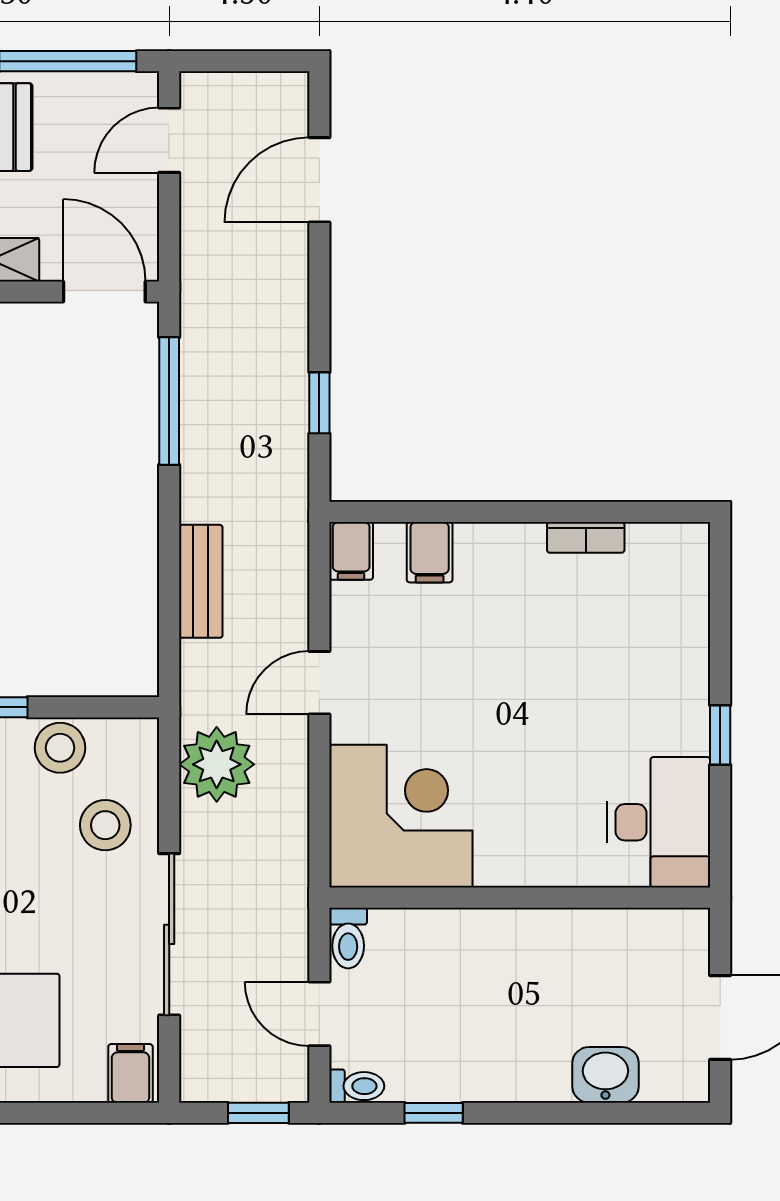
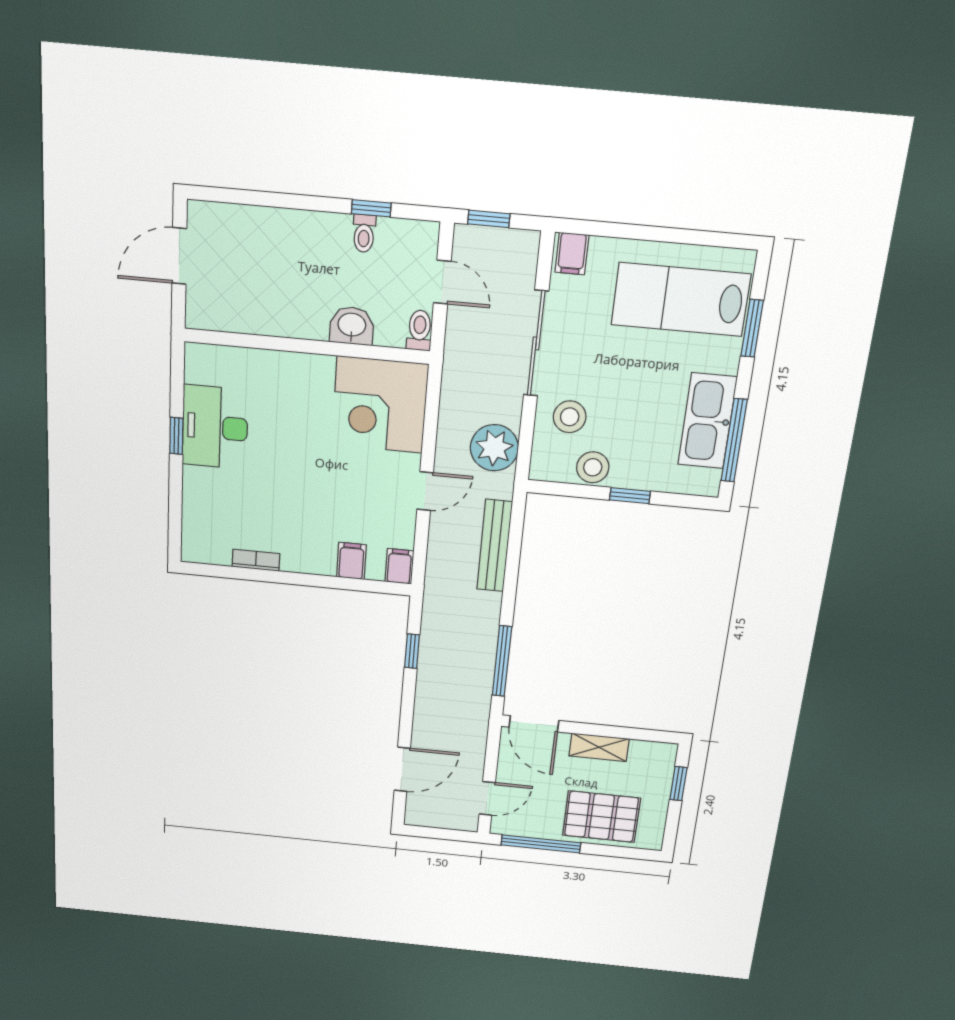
bench: (201, 581) -> (495, 546), width x1.36
desk: (659, 822) -> (215, 427), moved
washbasin: (605, 1075) -> (352, 326), moved, turned 180
toilet: (357, 1086) -> (364, 233), moved, turned -90

